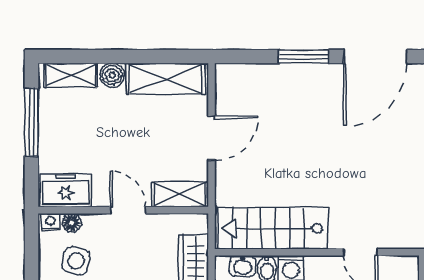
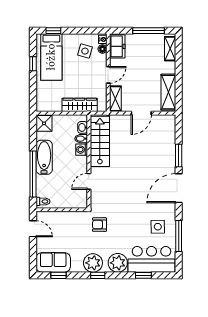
door: (375, 57) -> (179, 188), hinge flipped
boiler: (112, 75) -> (170, 68), removed
door: (211, 138) -> (141, 113), hinge flipped

